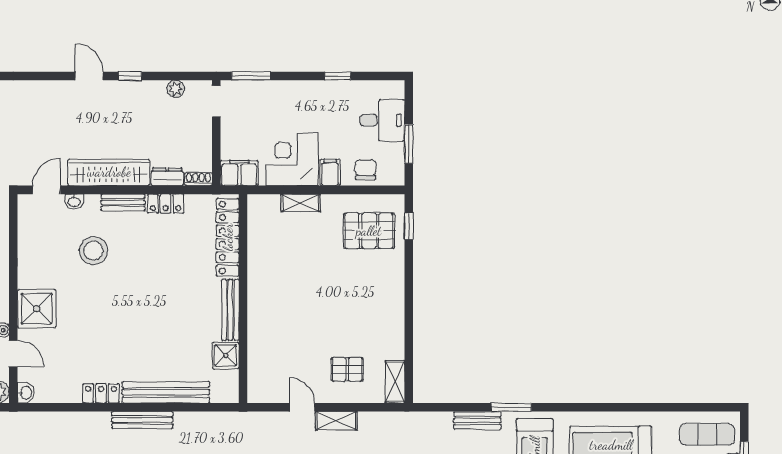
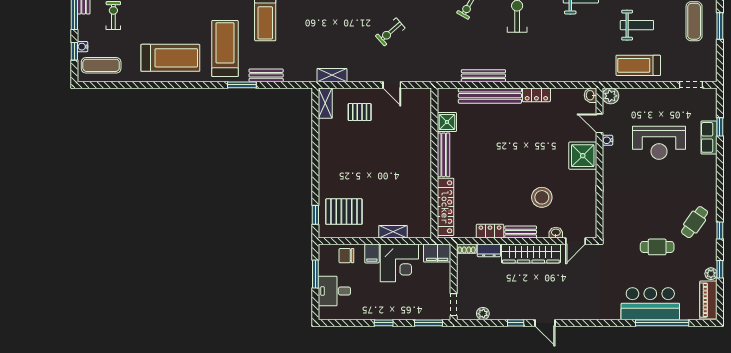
window: (338, 76) -> (384, 323), moved
chair: (366, 169) -> (346, 256), turned 90
bench: (142, 420) -> (483, 76), moved
shelving: (336, 421) -> (332, 75), moved

